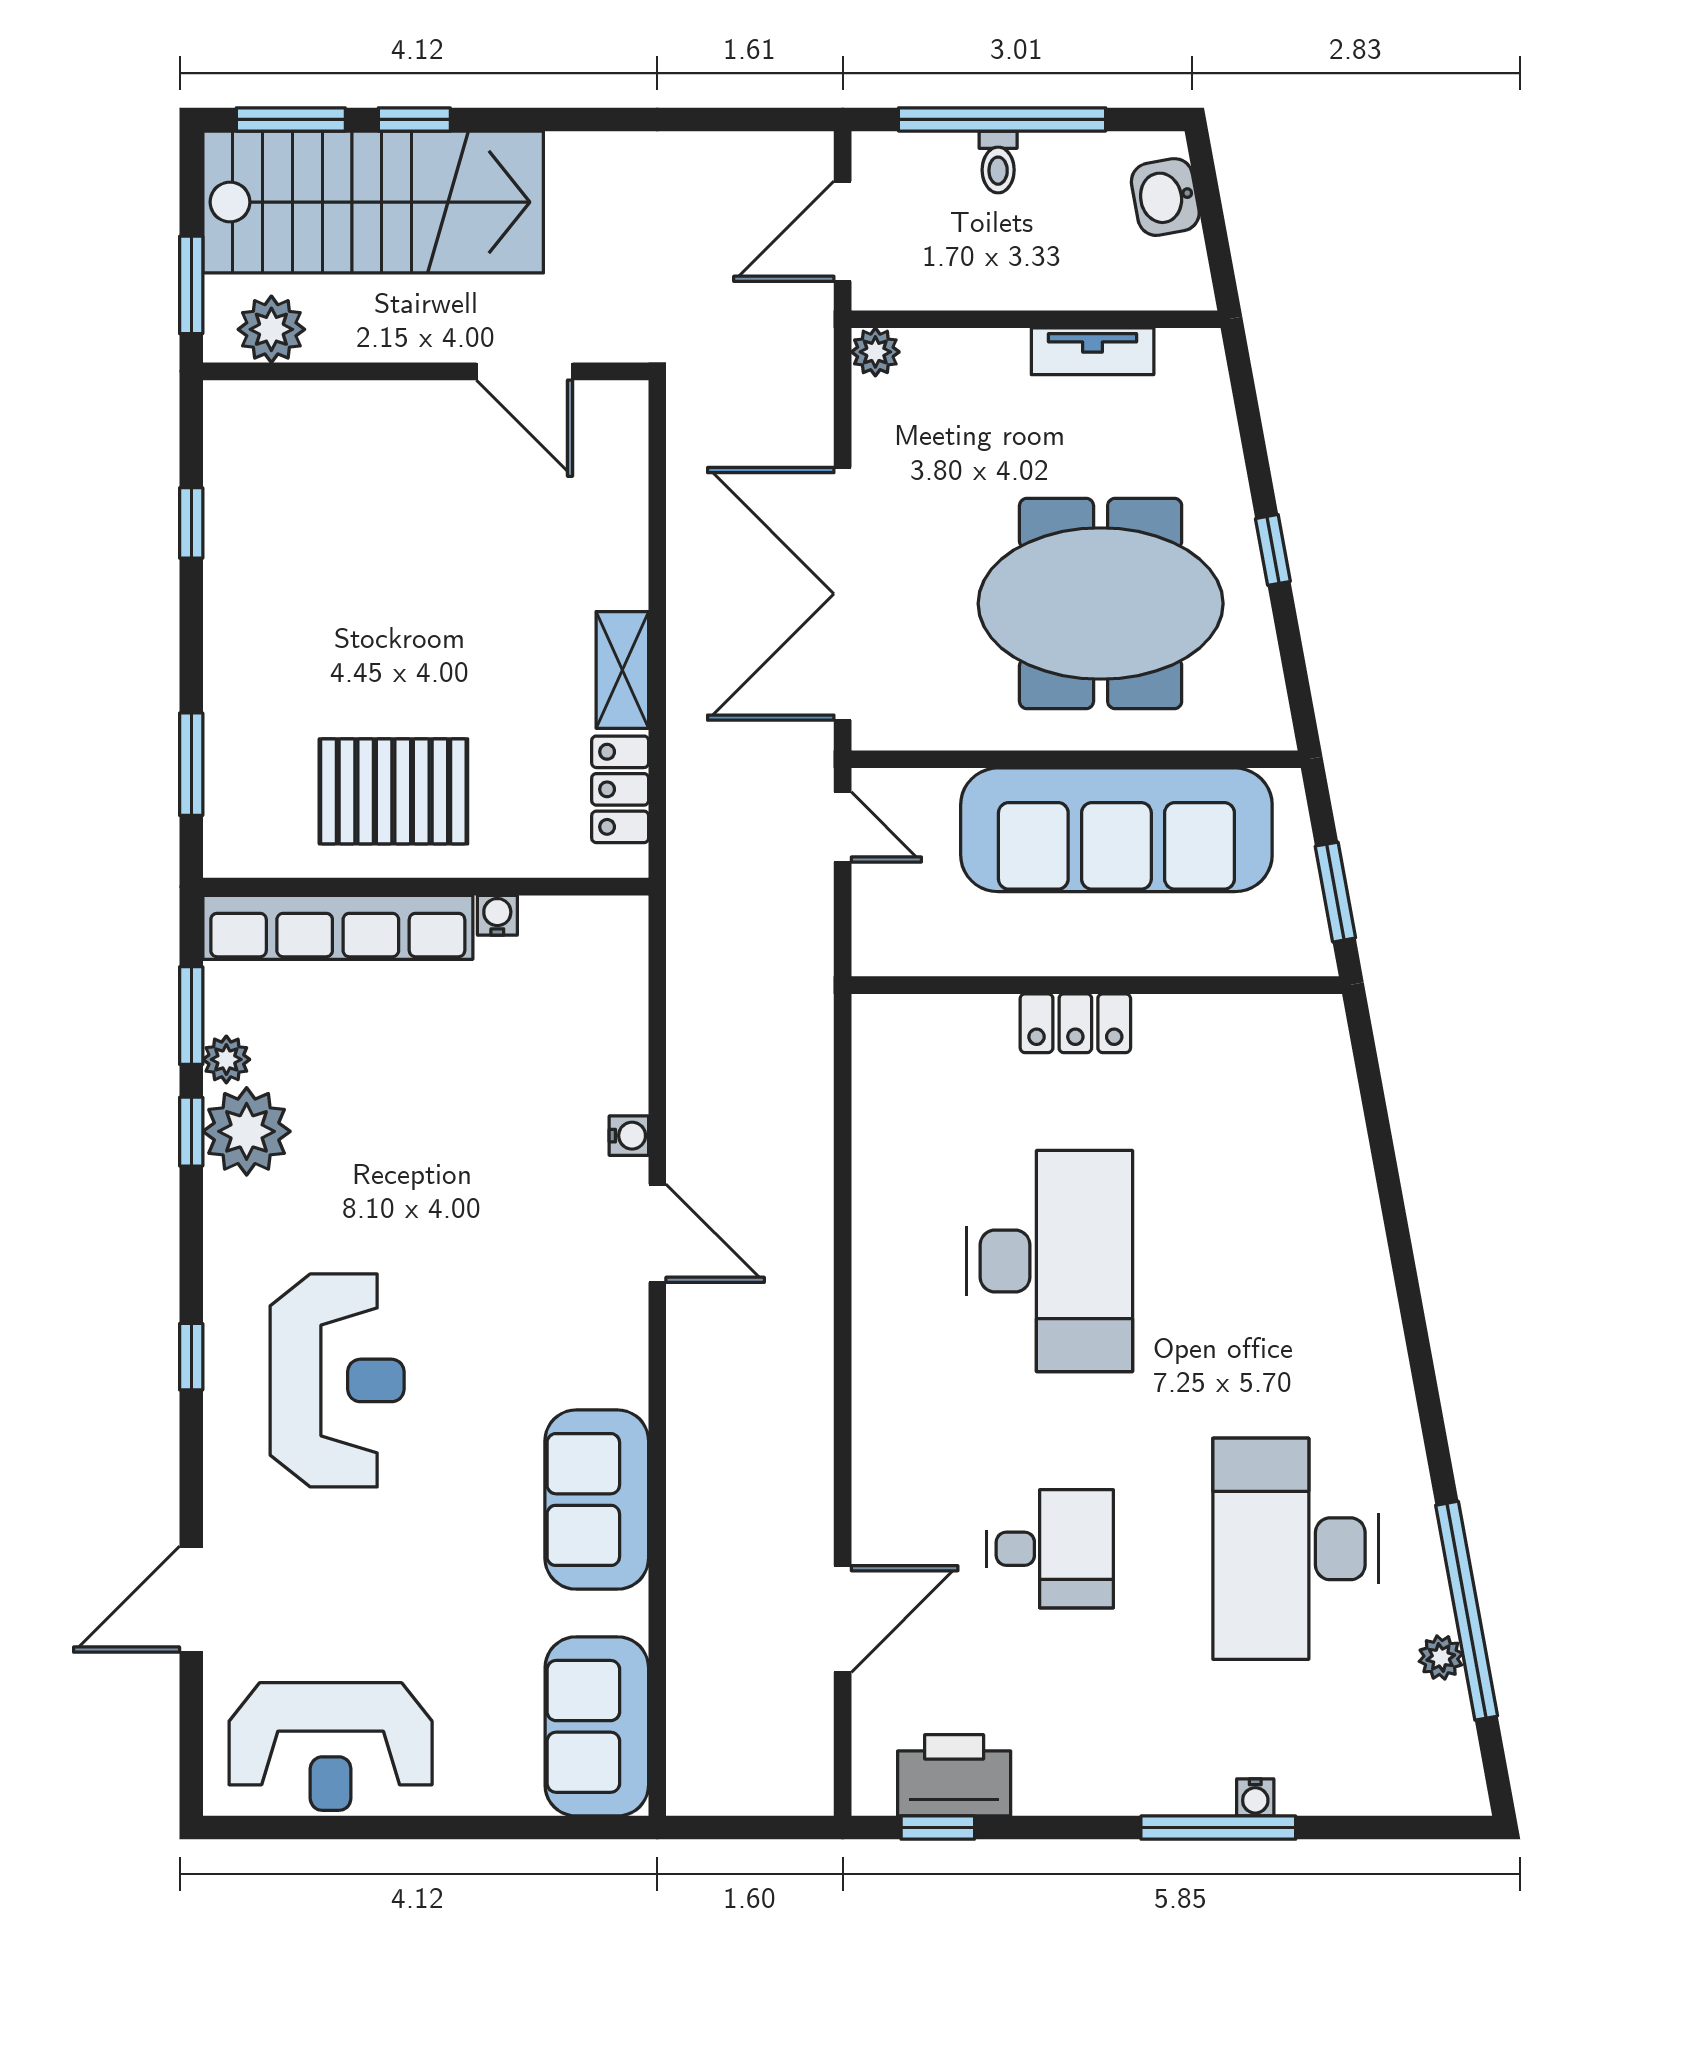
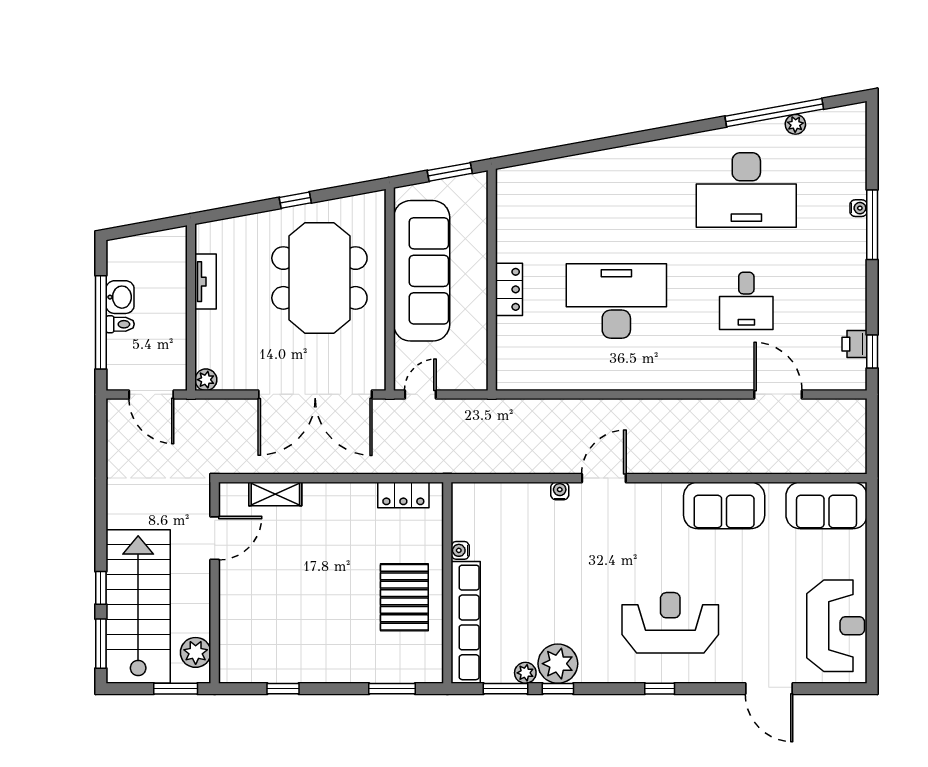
washbasin: (1165, 197) -> (120, 297), moved, turned -80
shelving: (622, 670) -> (275, 494), moved
desk: (1050, 1549) -> (746, 301), turned 180
printer: (954, 1775) -> (855, 344), width x0.53, depth x0.68

